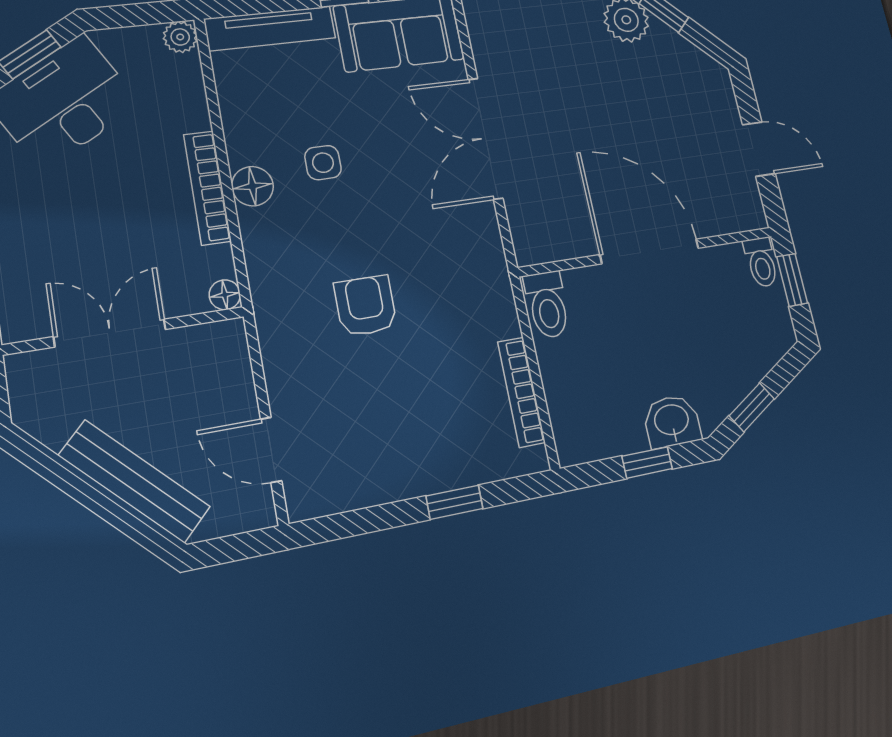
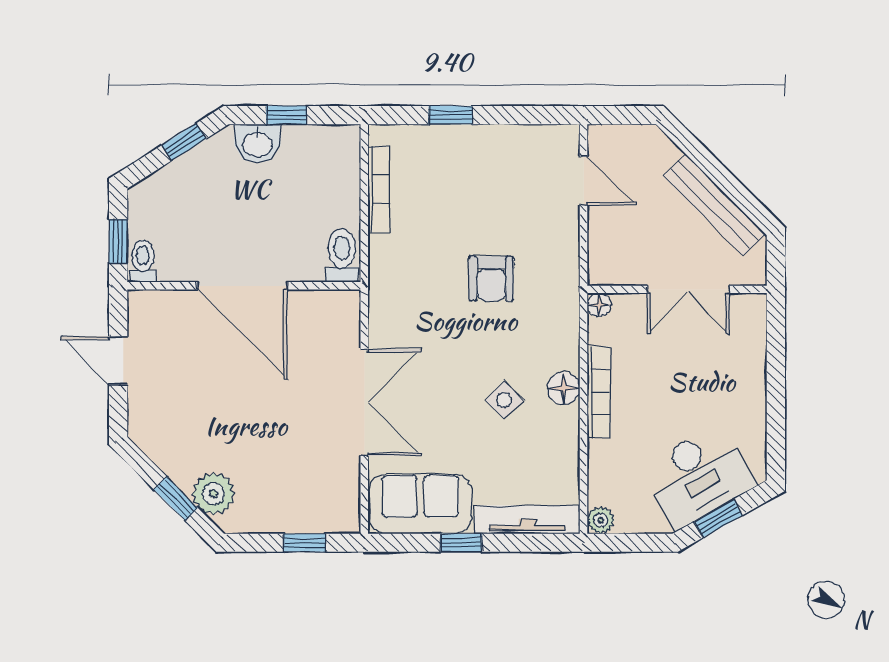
side table: (323, 163) -> (504, 400), turned 45
bench: (134, 481) -> (714, 205), moved

